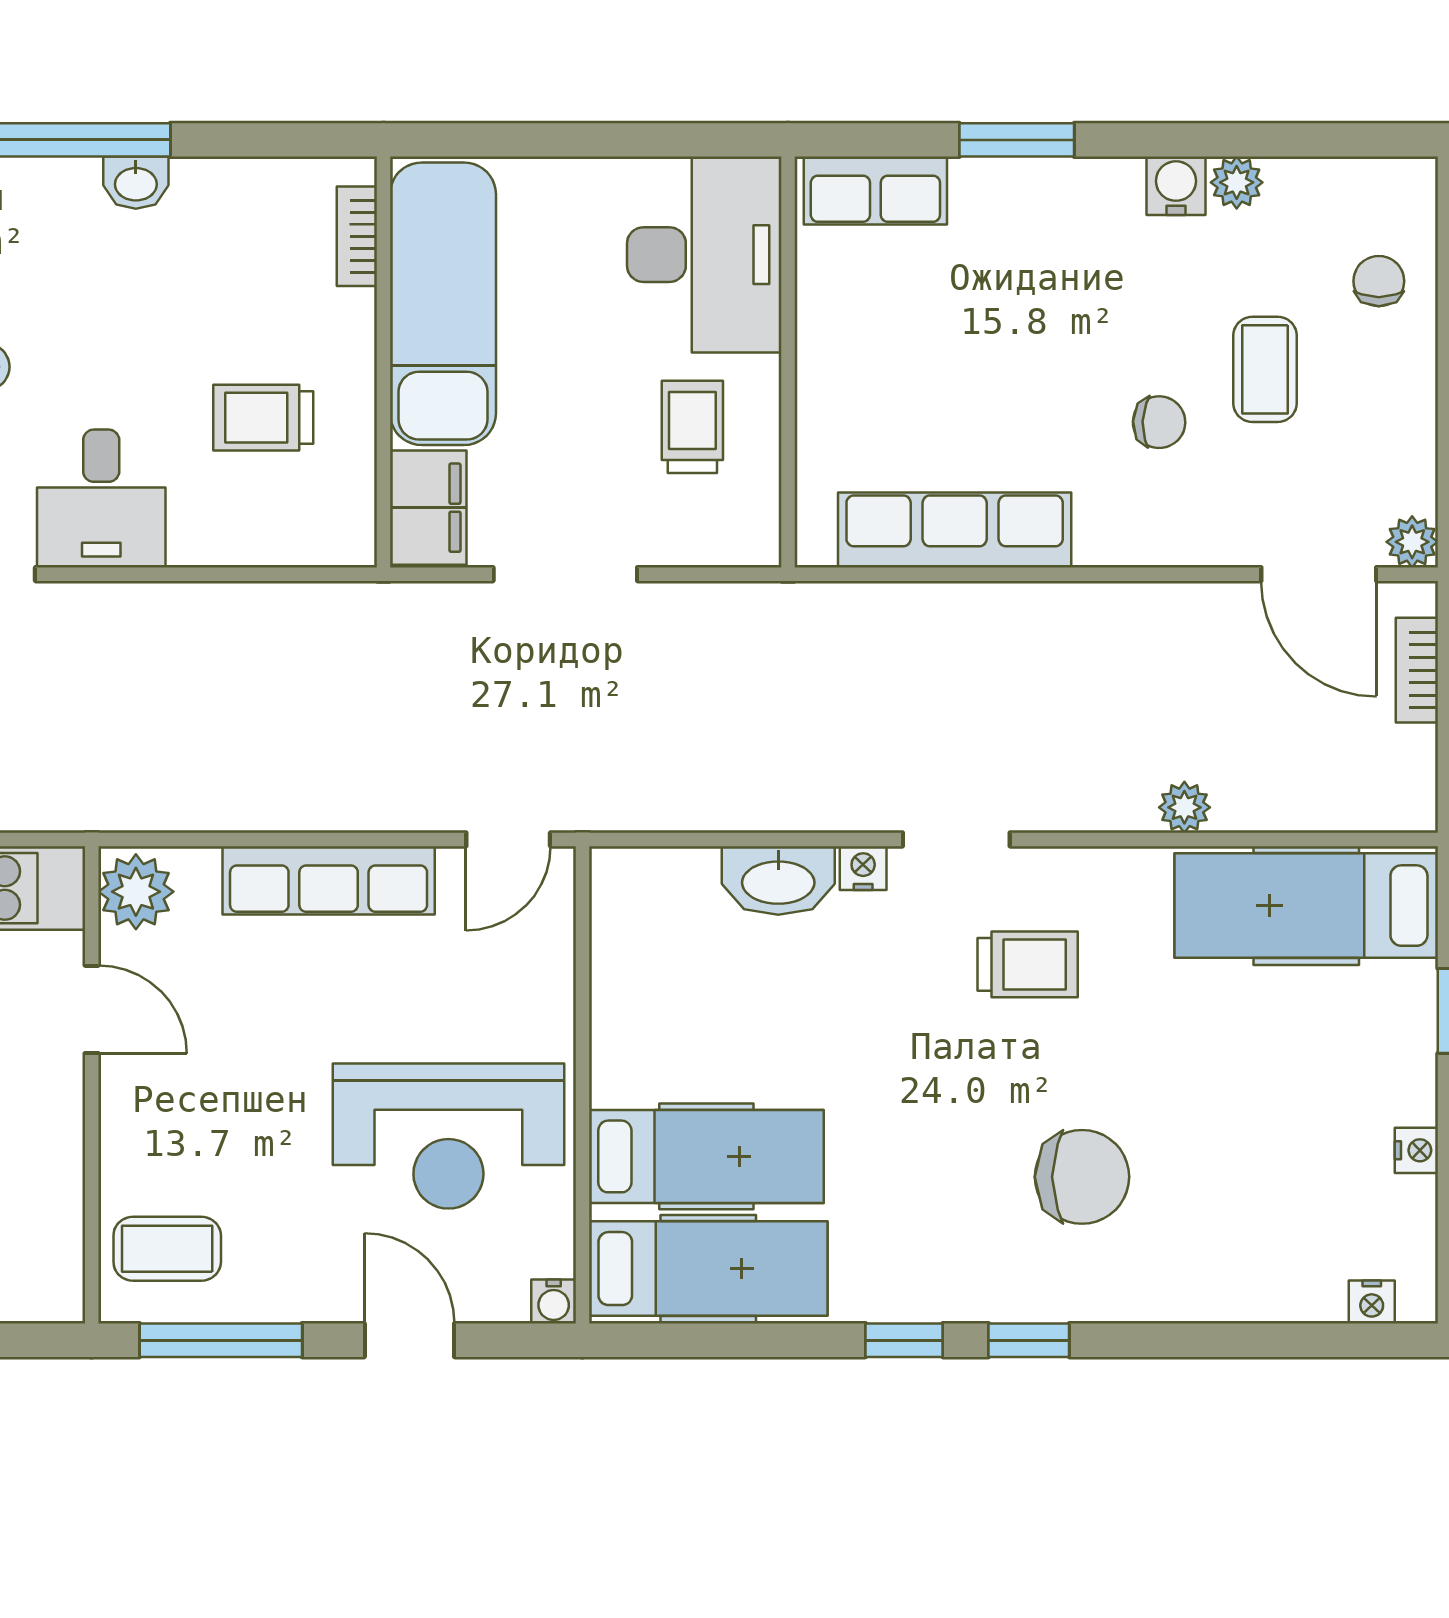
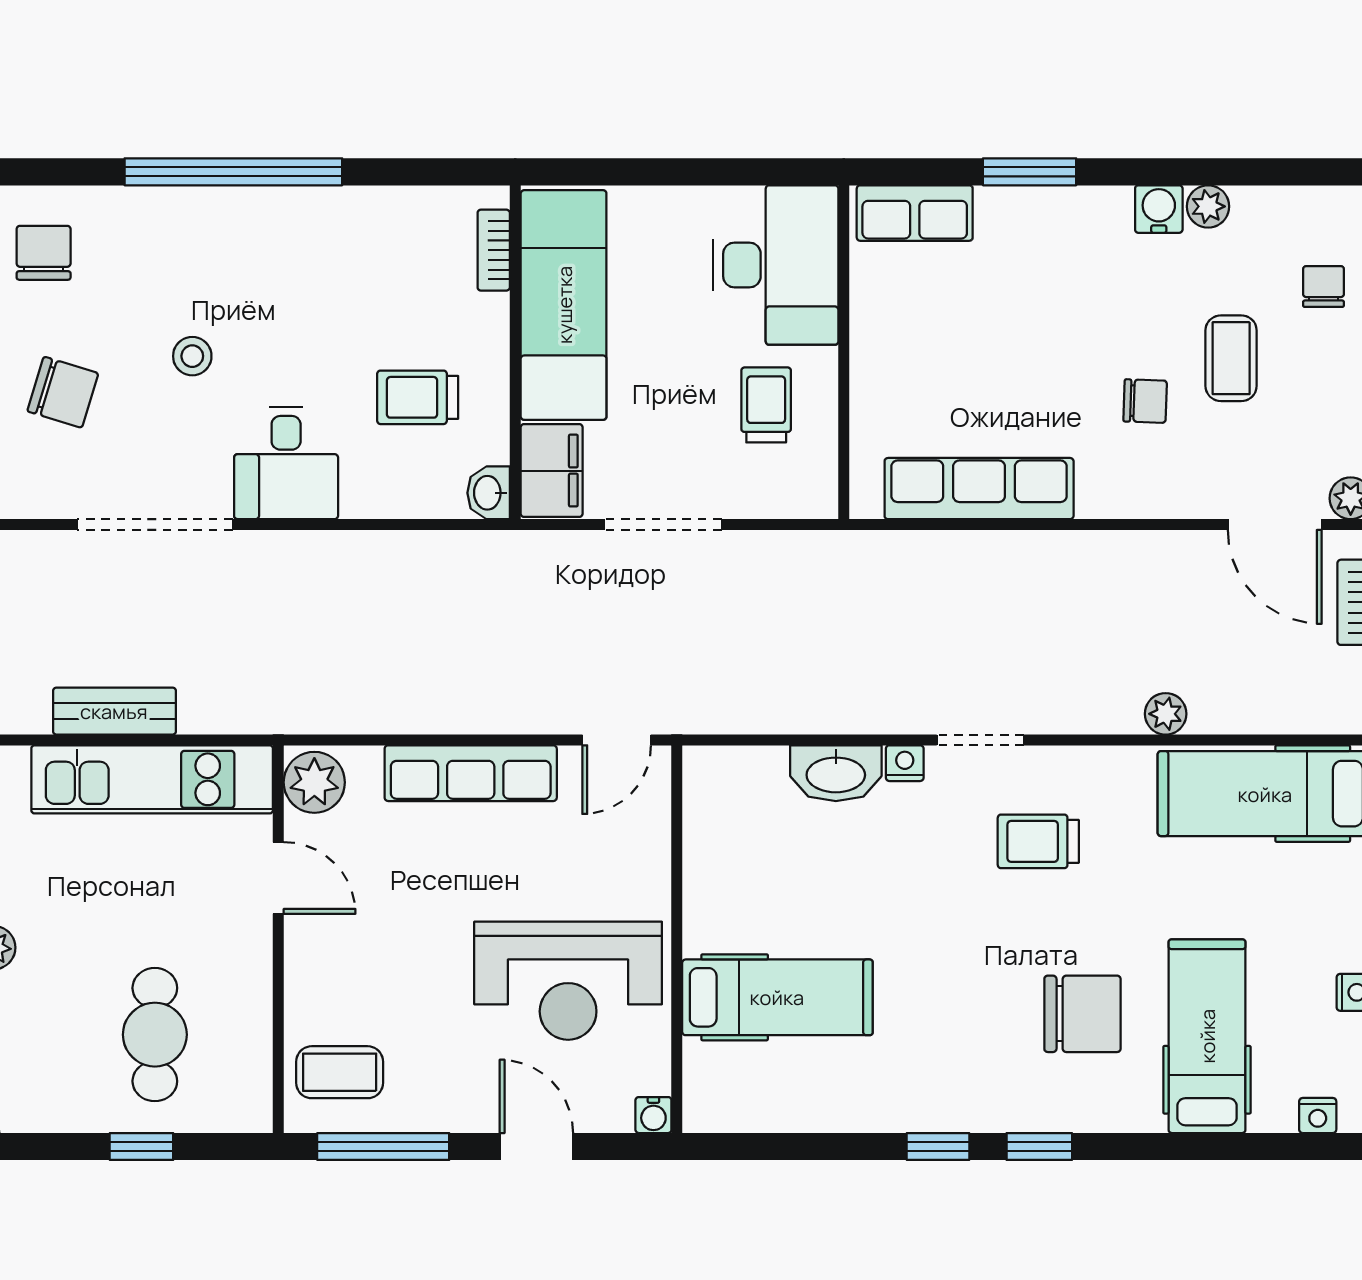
washbasin: (136, 183) -> (489, 493), moved, turned 90
trolley: (1028, 964) -> (1038, 841), turned 180
hospital bed: (708, 1269) -> (1207, 1036), moved, turned -90

